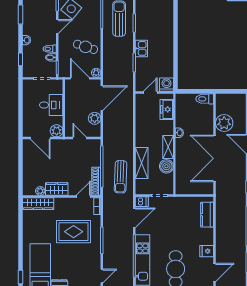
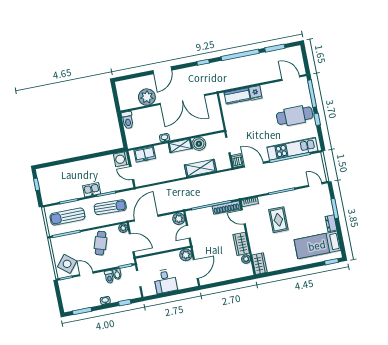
door: (80, 78) -> (132, 243), swing flipped
door: (102, 98) -> (146, 218), hinge flipped
desk: (51, 105) -> (165, 281), moved, turned 180
plant: (95, 118) -> (179, 219), moved
sun lounger: (121, 177) -> (110, 207), moved
wardrobe: (38, 204) -> (259, 264), width x0.67
rug: (74, 232) -> (278, 220), width x0.73, depth x0.70
fridge: (207, 251) -> (255, 93), moved

